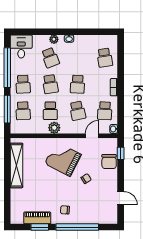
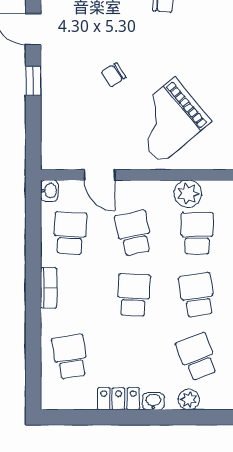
locker: (84, 40) -> (118, 399), added
door: (92, 136) -> (100, 175), hinge flipped
window: (121, 153) -> (33, 81), moved
grand piano: (63, 159) -> (168, 121), turned 113
chair: (109, 162) -> (60, 115), removed

